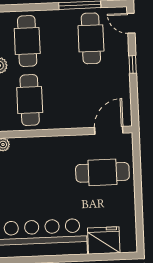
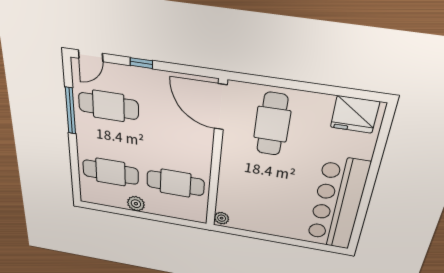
door: (109, 130) -> (221, 107), width x1.36
fridge: (104, 240) -> (355, 115), moved, turned -90

